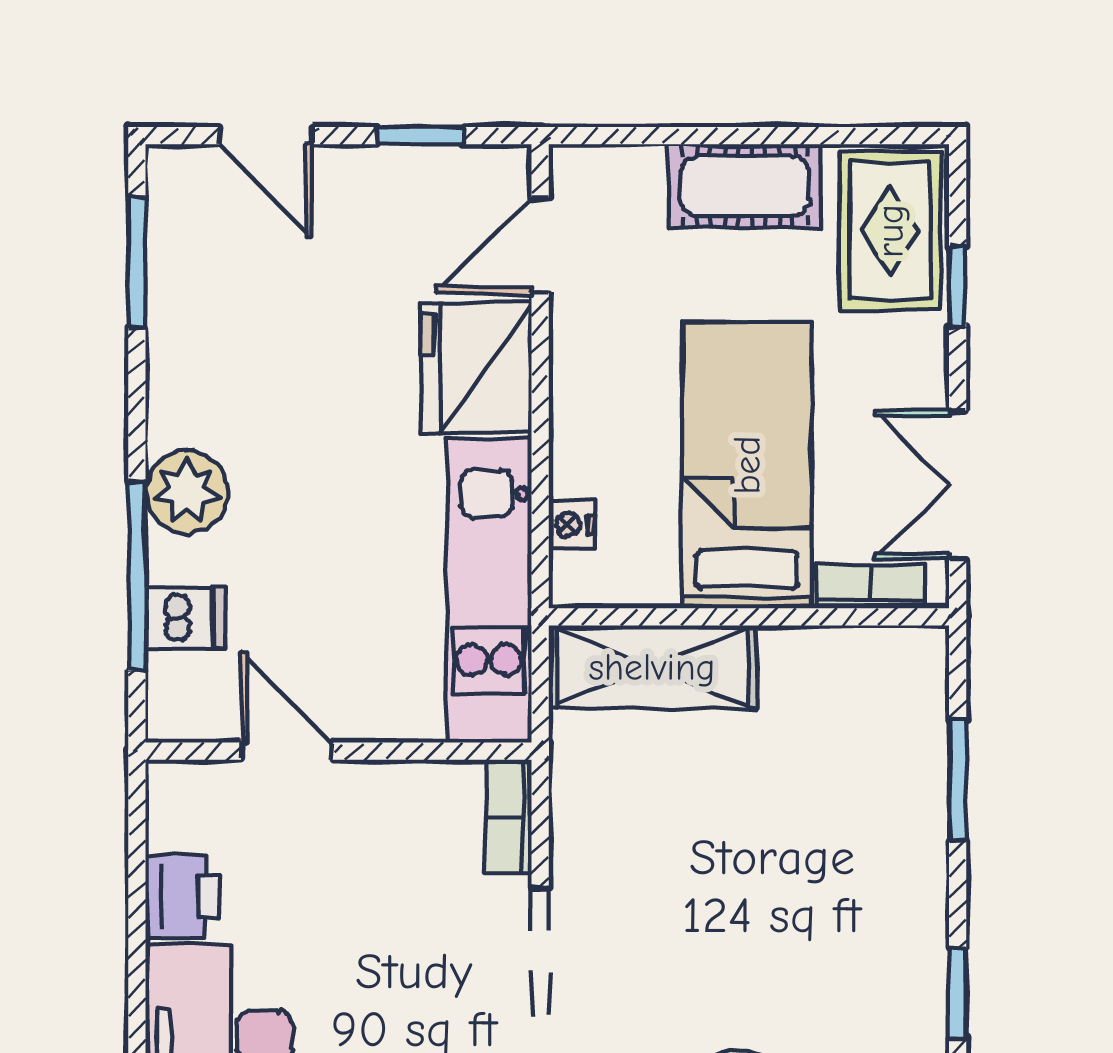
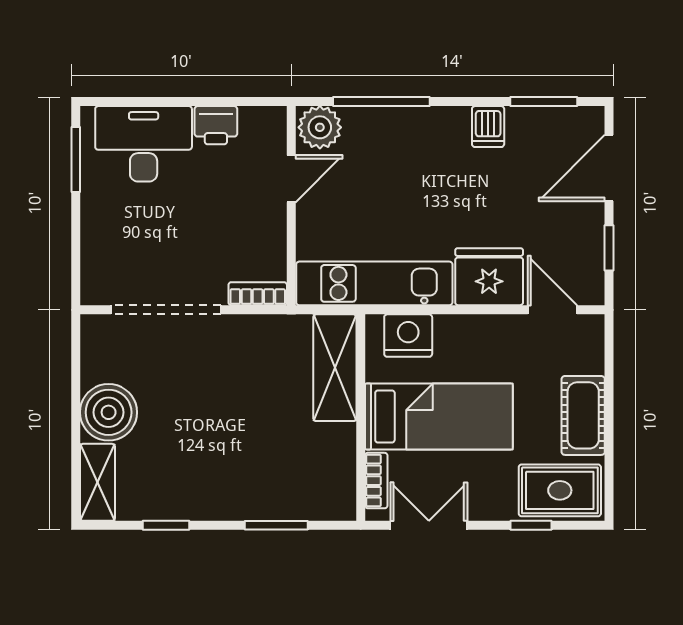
door: (266, 136) -> (609, 168), width x1.38
plant: (187, 492) -> (320, 127), moved
nightstand: (572, 525) -> (408, 336), width x1.89, depth x1.79
dishwasher: (185, 618) -> (488, 127), moved

